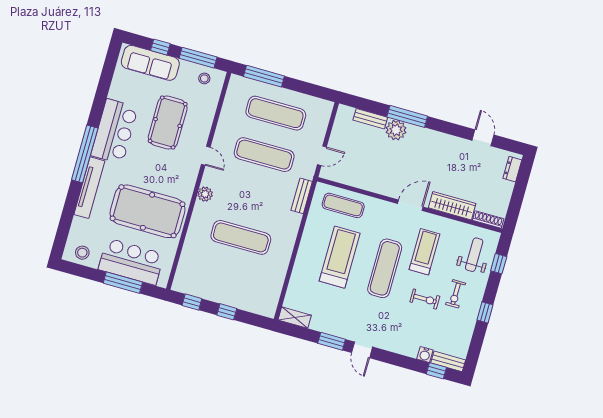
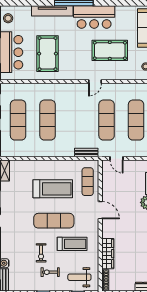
plant: (205, 194) -> (70, 88), removed
door: (410, 205) -> (100, 210), moved
pool table: (148, 211) -> (47, 54), width x0.73, depth x0.76
weight bench: (474, 255) -> (79, 277), turned 180
exercise mat: (229, 279) -> (18, 120), added

